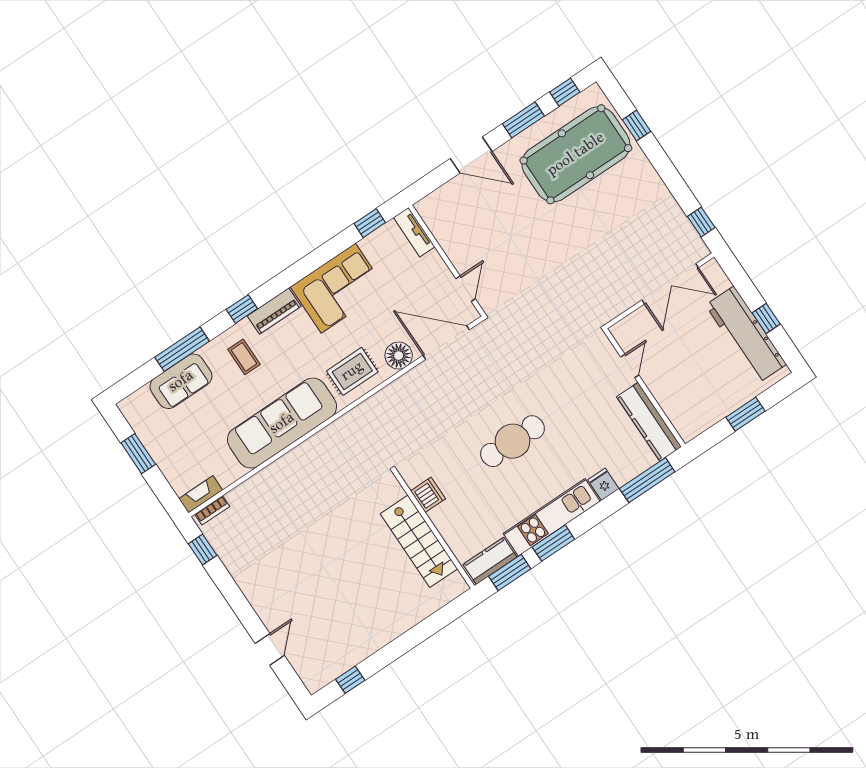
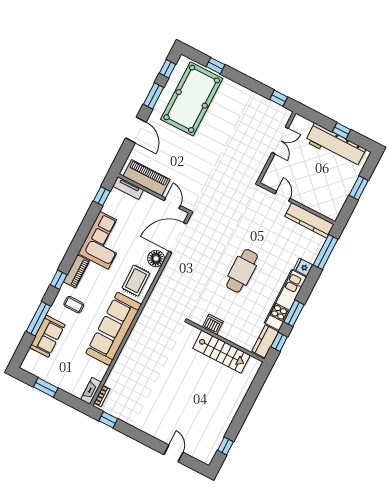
door: (471, 155) -> (136, 130), hinge flipped
piano: (449, 232) -> (147, 178), added
double door: (670, 284) -> (280, 140), width x0.73
window: (510, 573) -> (279, 342), width x0.67

